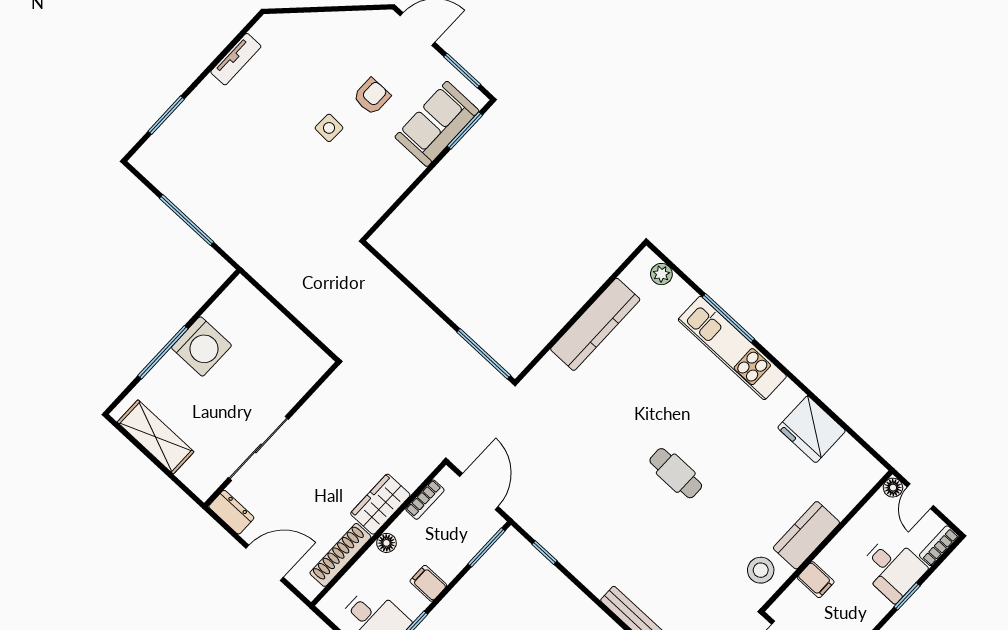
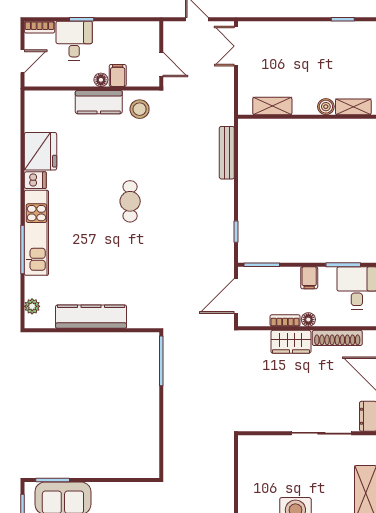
dishwasher: (787, 397) -> (35, 180), added
floor lamp: (893, 488) -> (101, 80), moved
bookcase: (425, 500) -> (285, 321), moved

